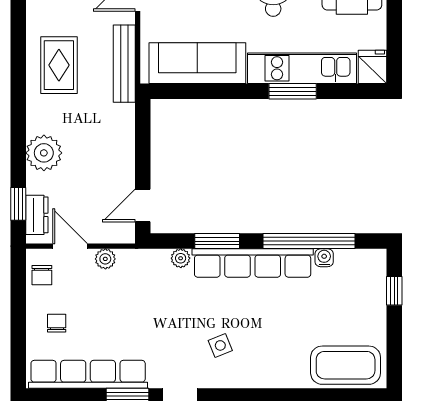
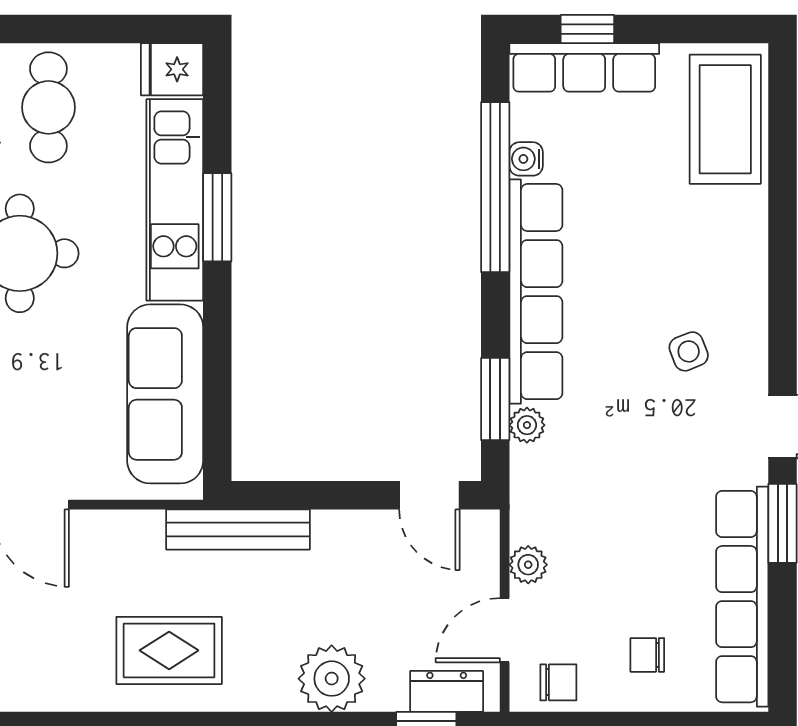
bench: (124, 64) -> (238, 530), moved
window: (217, 241) -> (495, 399), moved
row of seats: (373, 289) -> (584, 67), added

